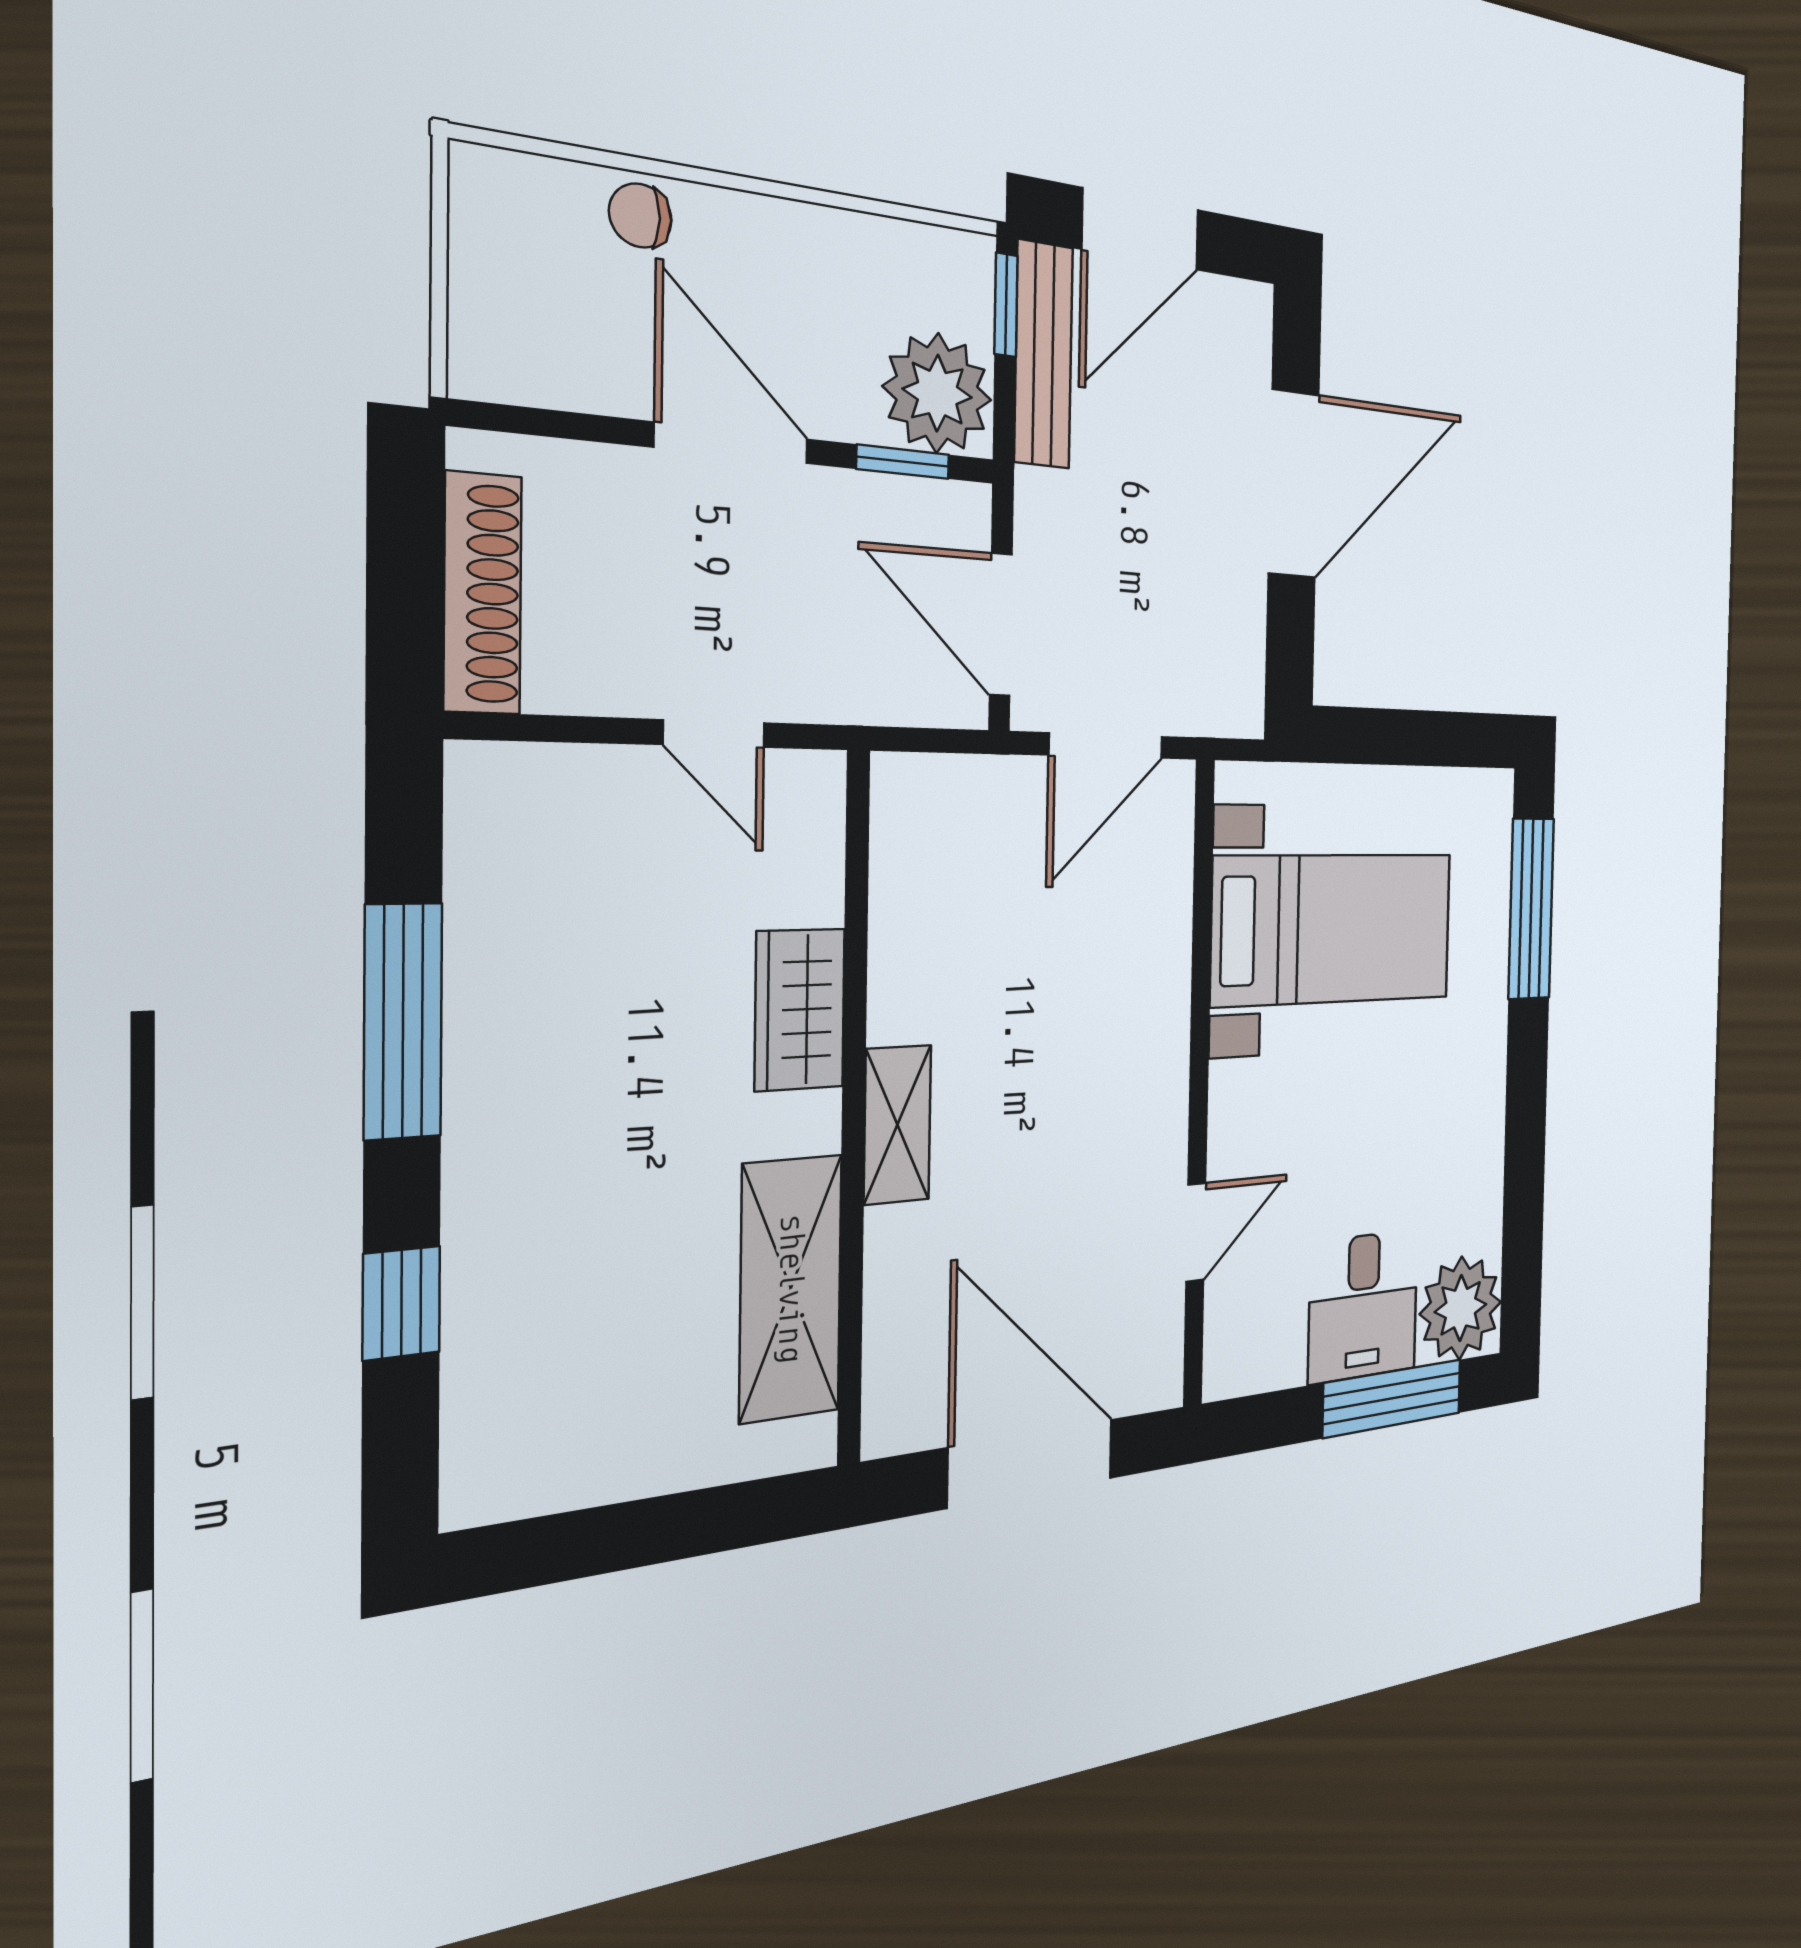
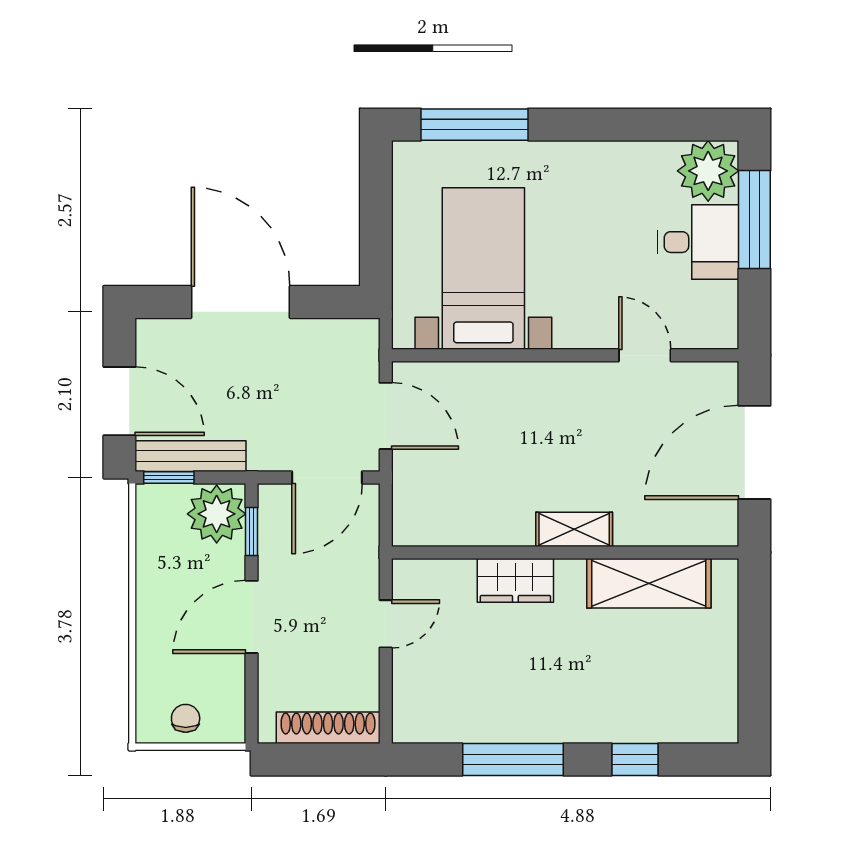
chair: (640, 216) -> (186, 718), moved, turned 180

